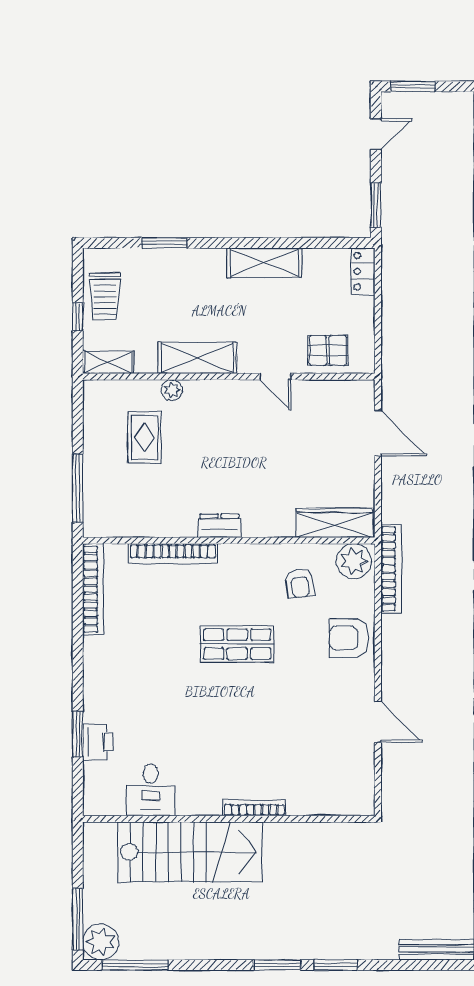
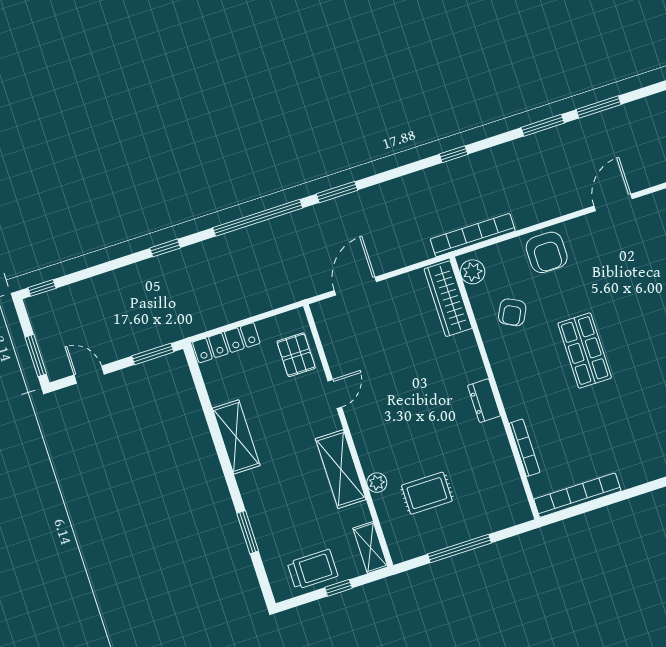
locker: (363, 271) -> (226, 343), width x1.53
window: (78, 488) -> (459, 549), moved
bookcase: (173, 554) -> (525, 448), width x0.68, depth x0.76
plant: (354, 561) -> (473, 272), width x0.73, depth x0.73
armchair: (300, 583) -> (512, 312), turned 126

